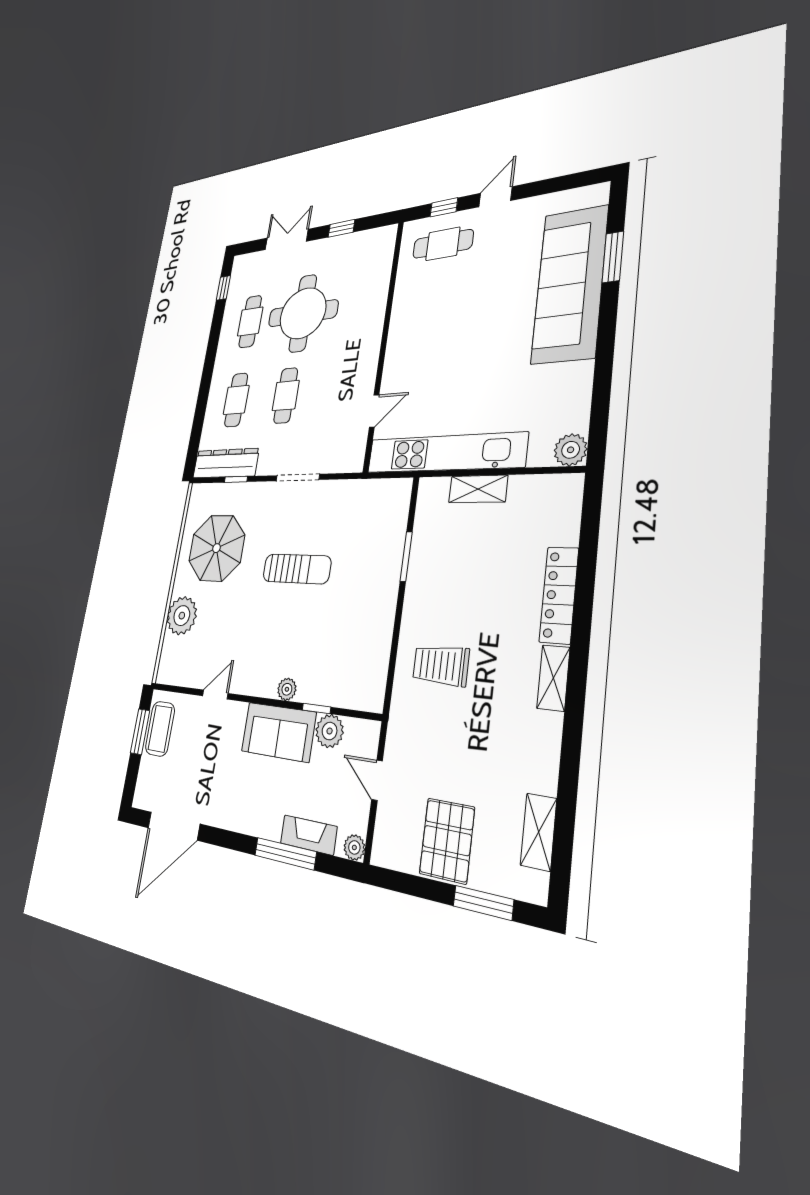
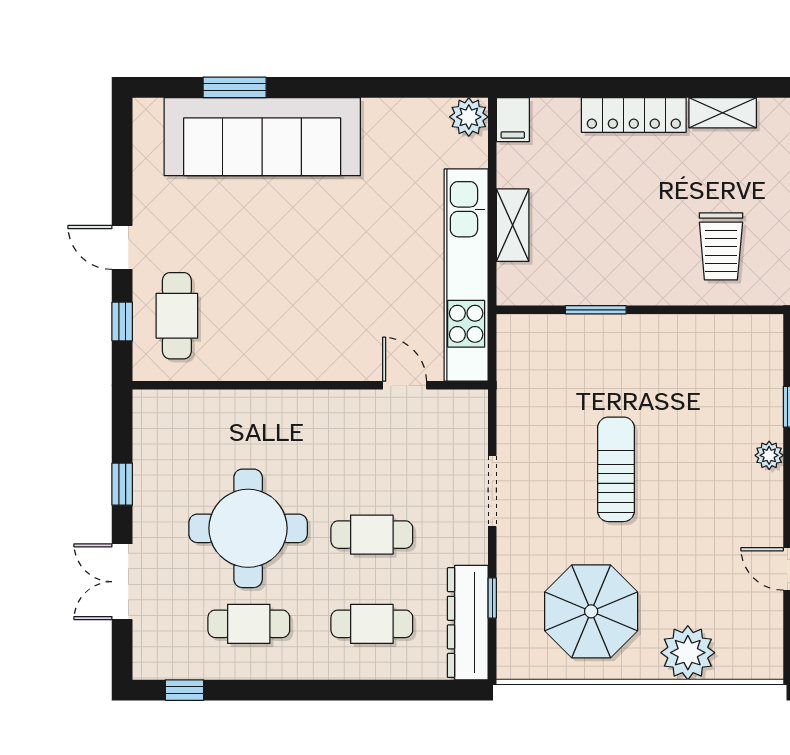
filing cabinet: (565, 488) -> (513, 120), added

